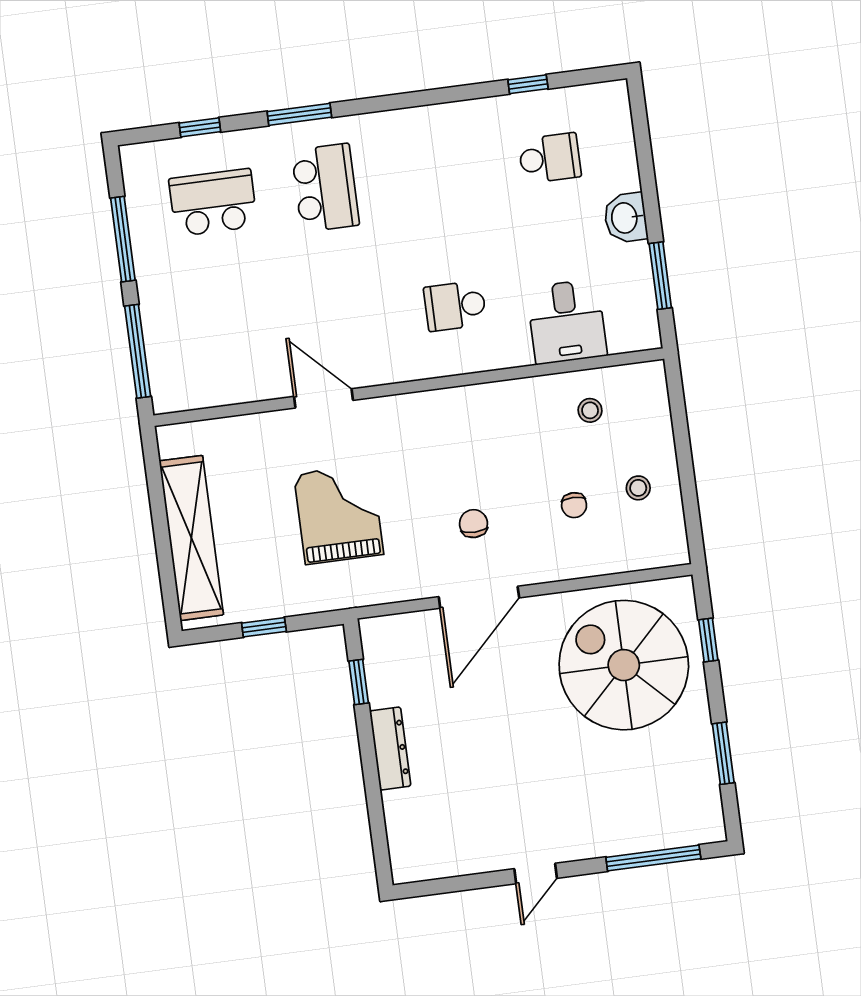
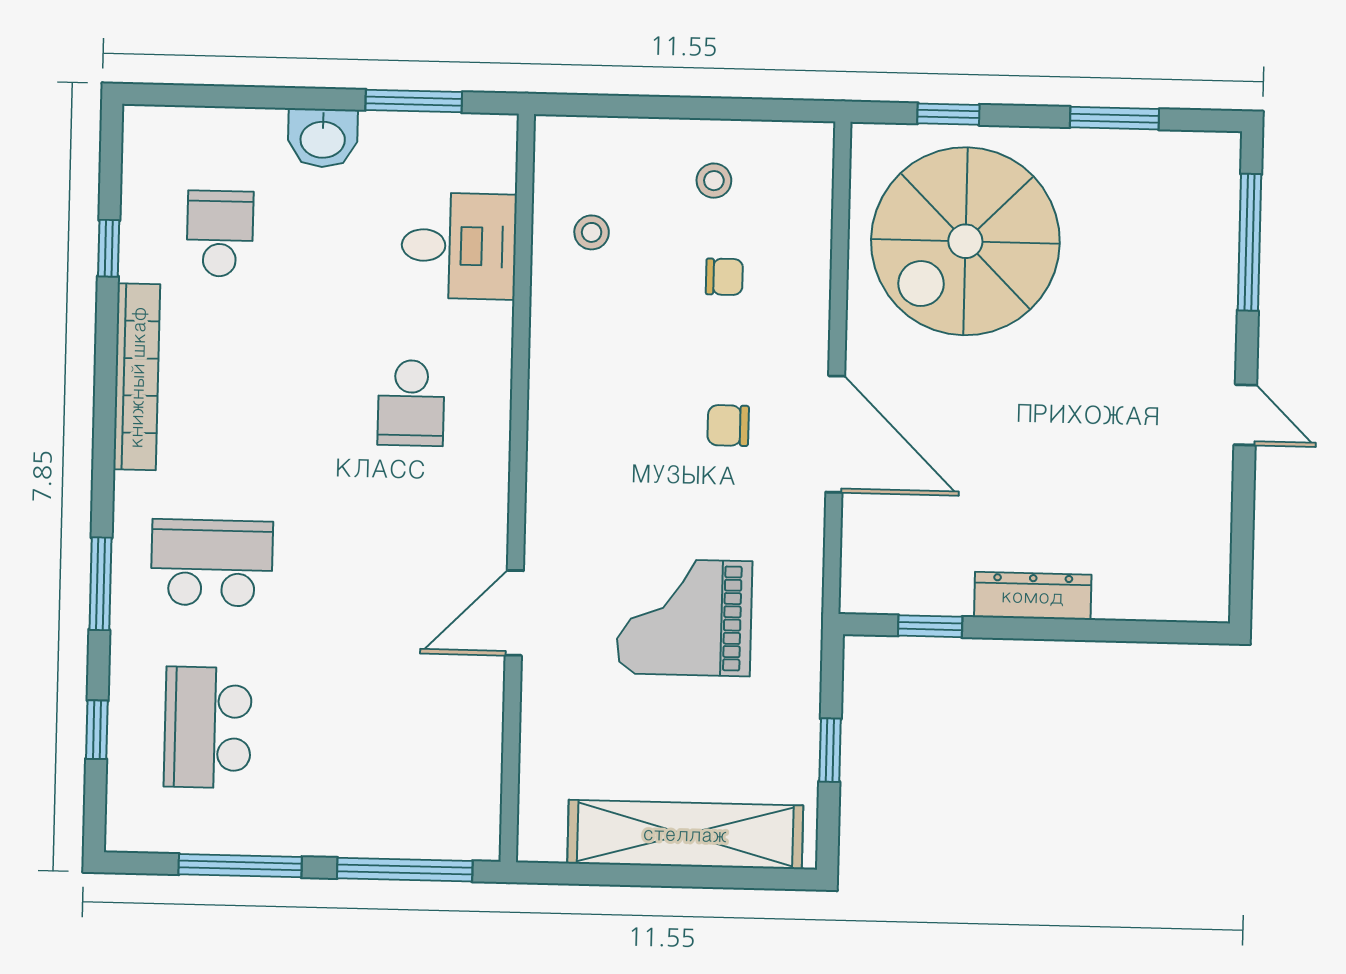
bookcase: (444, 117) -> (137, 377), added

